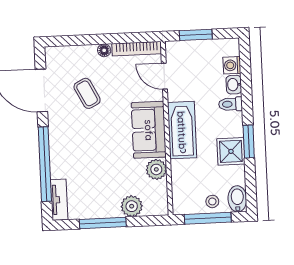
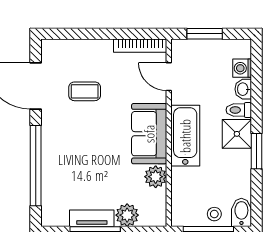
floor lamp: (104, 50) -> (105, 46), removed
coffee table: (87, 93) -> (85, 91), turned -63
shower: (231, 151) -> (237, 134), moved
tv unit: (59, 200) -> (92, 218), moved, turned -90

